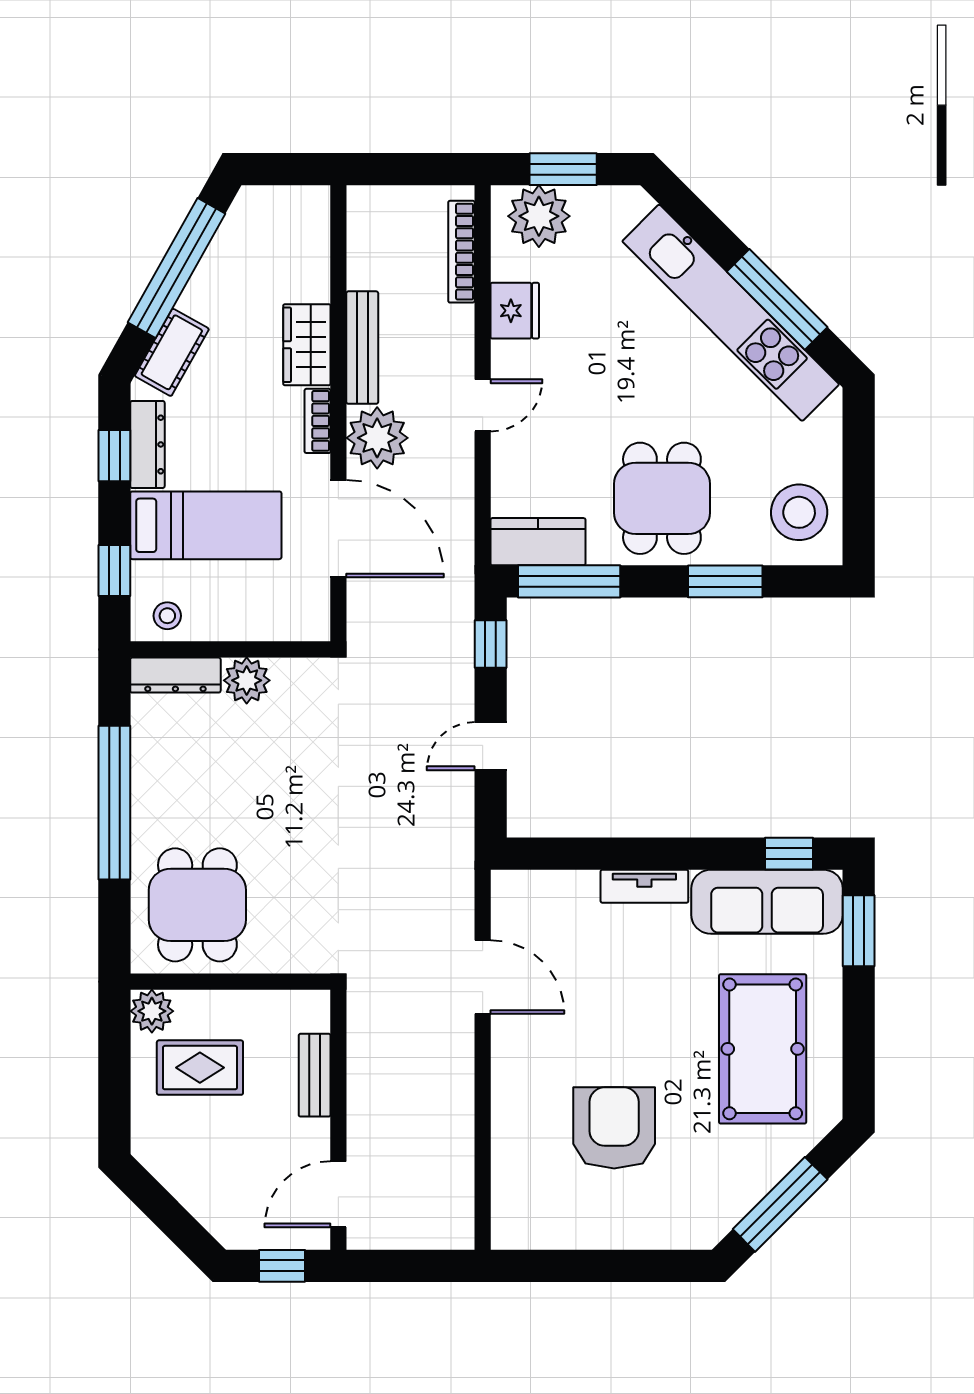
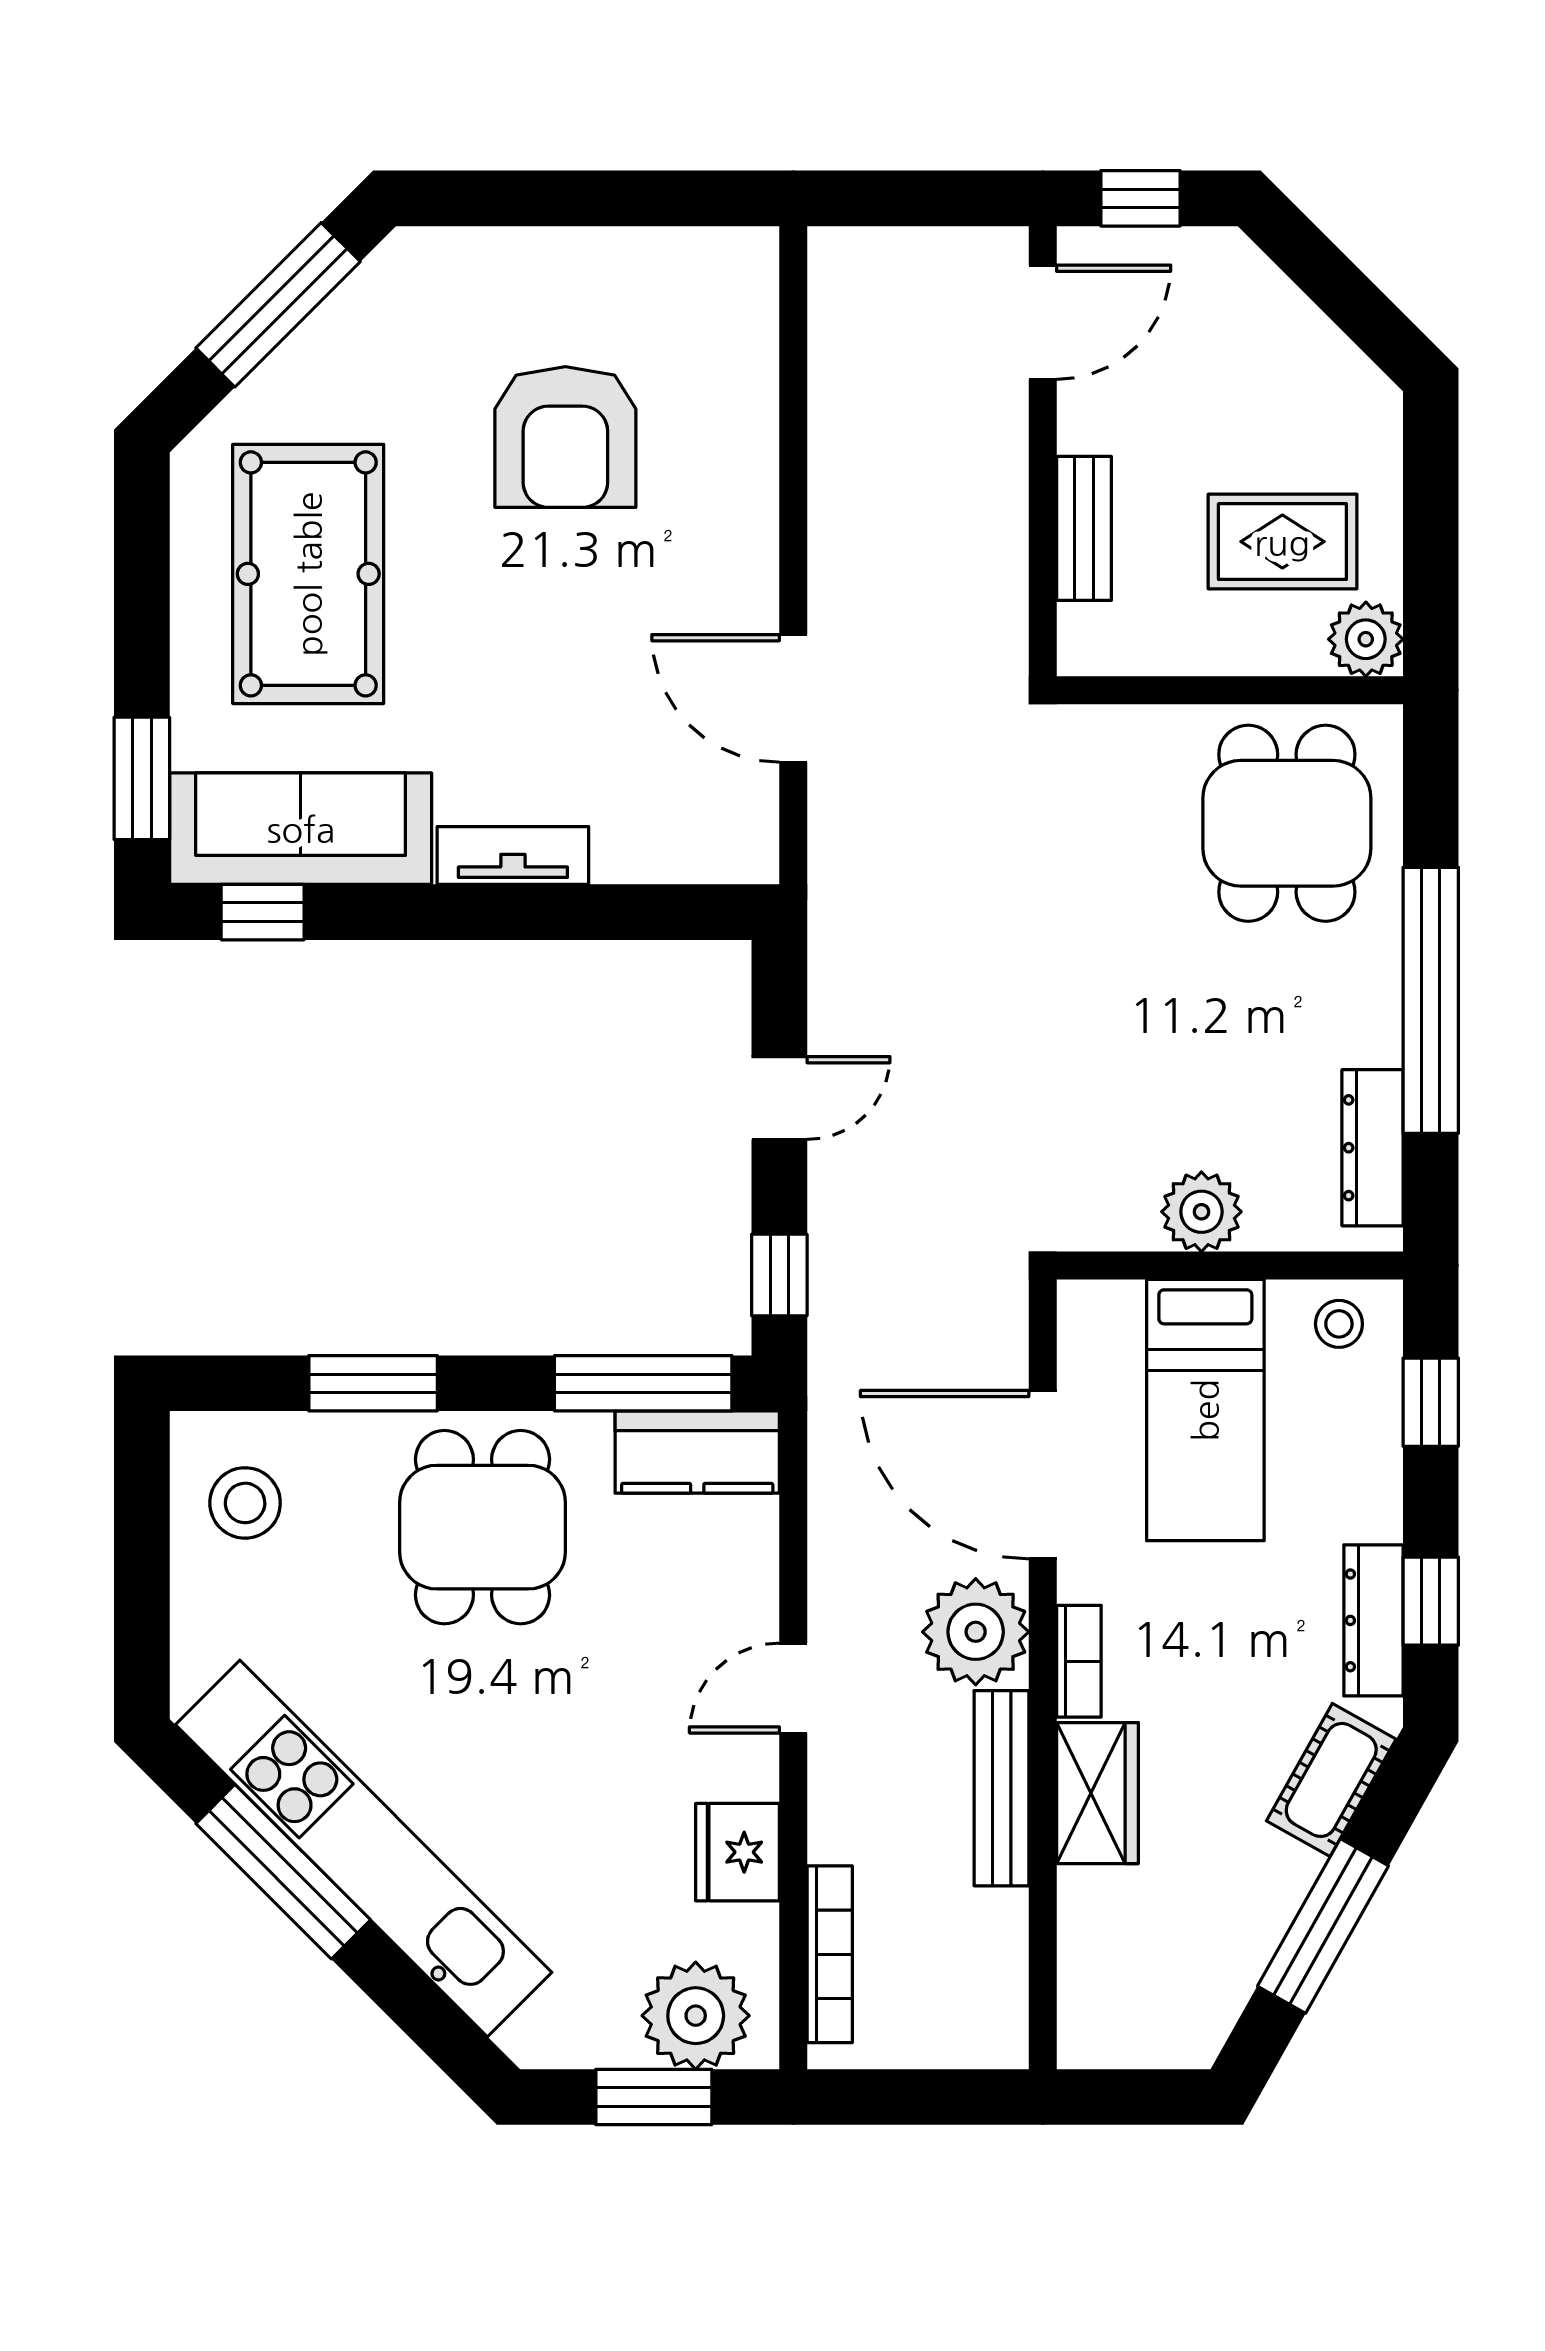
window: (177, 268) -> (1323, 1926), width x0.68
stool: (799, 512) -> (245, 1503), width x0.73, depth x0.73
bed: (206, 525) -> (1205, 1410), moved, turned -90
dresser: (175, 675) -> (1372, 1148), moved, turned -90

